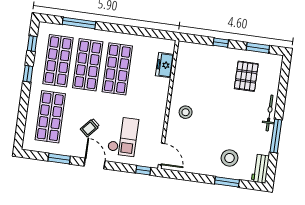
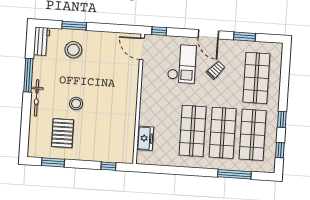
window: (221, 43) -> (108, 166), moved
stool: (186, 112) -> (76, 104), moved
checkout: (123, 136) -> (182, 64), turned 180

